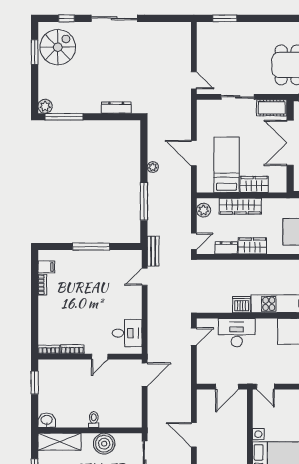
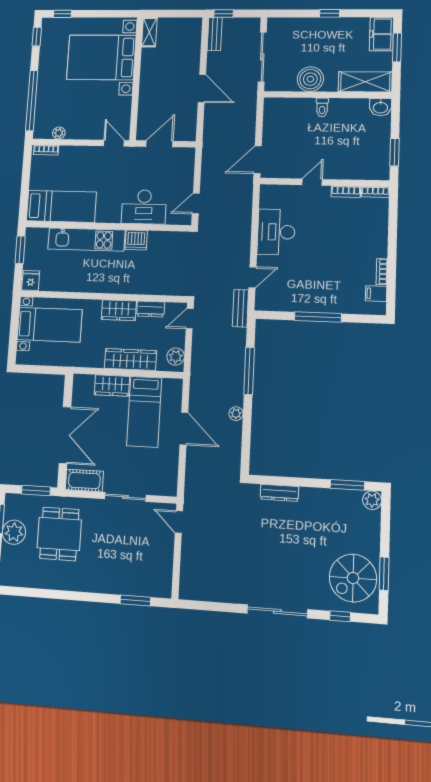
window: (64, 117) -> (347, 485), width x0.69
desk: (127, 333) -> (276, 232), moved, width x1.37

